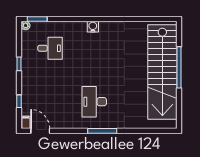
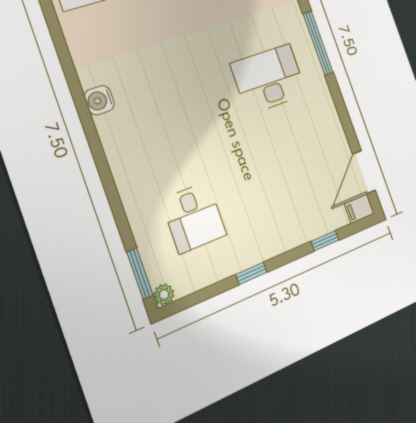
water cooler: (93, 27) -> (99, 100), moved
desk: (50, 48) -> (194, 217), turned 180
desk: (94, 102) -> (269, 79), turned 180

